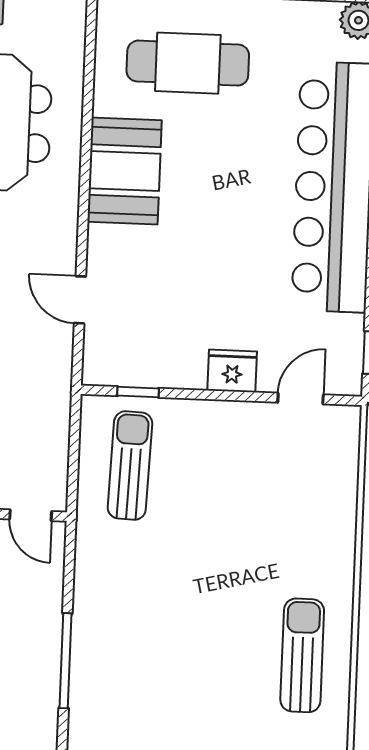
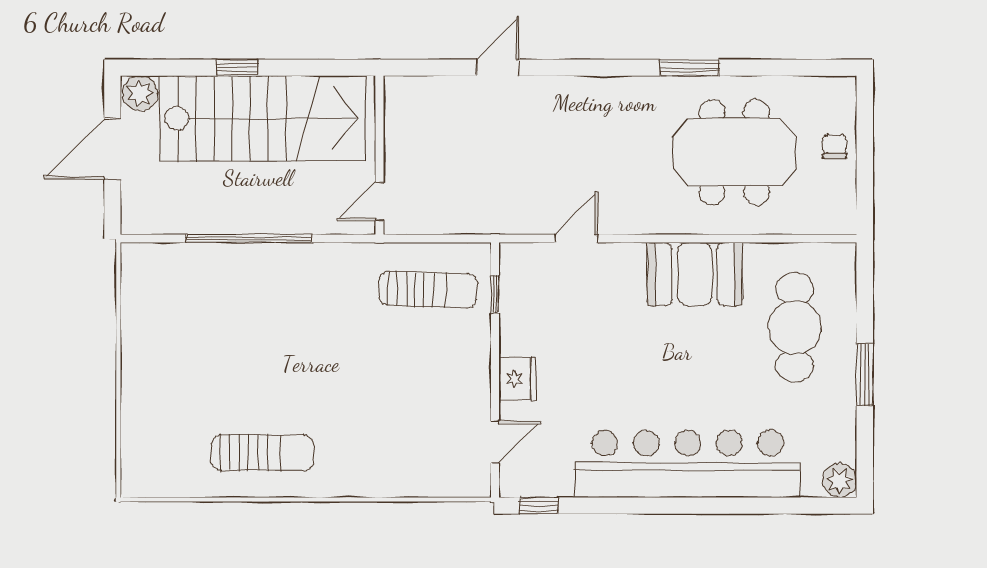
door: (301, 399) -> (495, 442), hinge flipped
window: (66, 661) -> (249, 238), width x1.46

